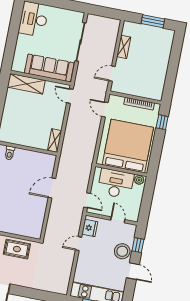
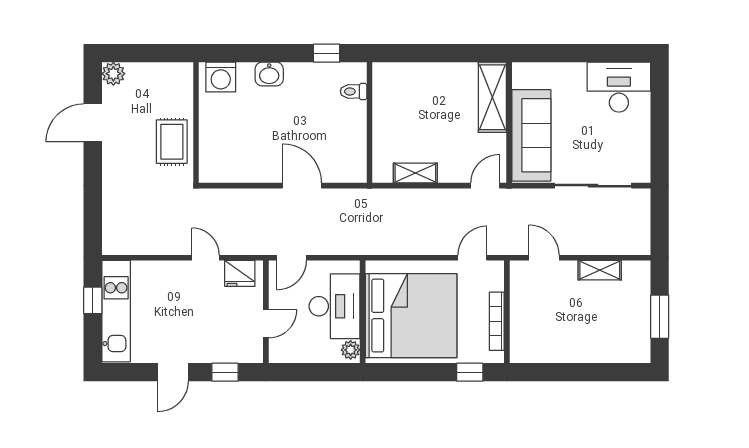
shelving: (55, 140) -> (415, 173), moved
stool: (122, 251) -> (207, 344), removed

